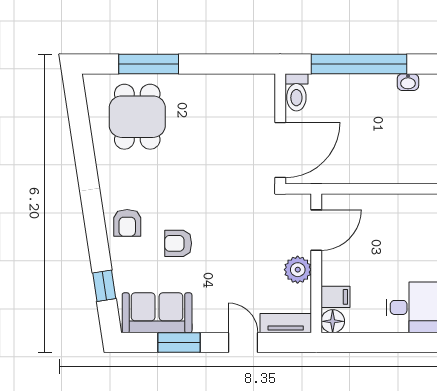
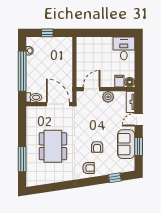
dining table: (137, 117) -> (53, 146), moved, width x1.37
door: (316, 230) -> (92, 89), hinge flipped
sofa: (157, 313) -> (126, 144), moved

